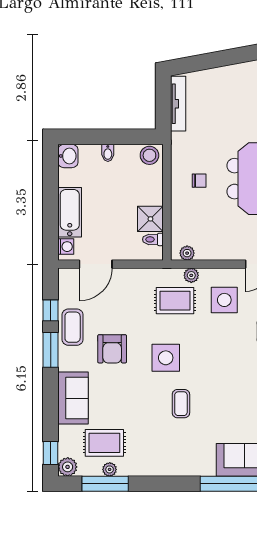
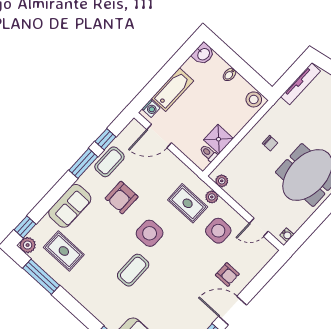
coffee table: (181, 404) -> (133, 270), width x1.36, depth x1.30
plant: (110, 469) -> (52, 270), removed

